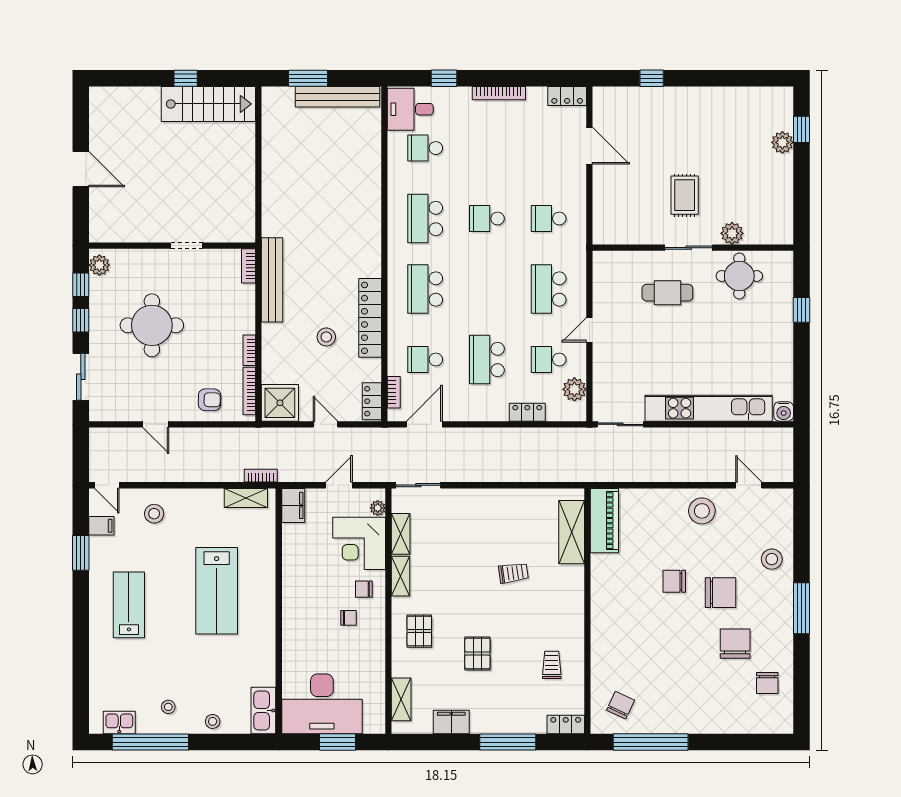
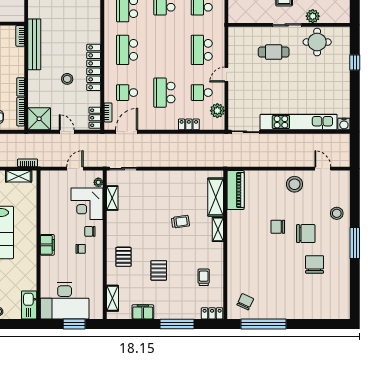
filing cabinet: (293, 505) -> (47, 245), moved
shelving: (400, 576) -> (218, 229), moved
chair: (767, 683) -> (334, 288), removed

